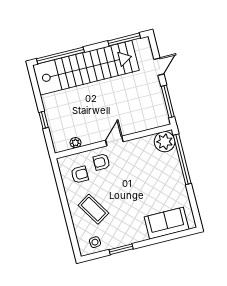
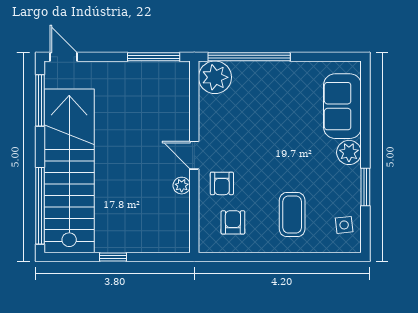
door: (159, 67) -> (63, 57), moved
window: (44, 120) -> (113, 257), moved
plant: (75, 143) -> (182, 186), moved
coffee table: (93, 209) -> (292, 215), turned -58
plant: (140, 234) -> (349, 152), added

